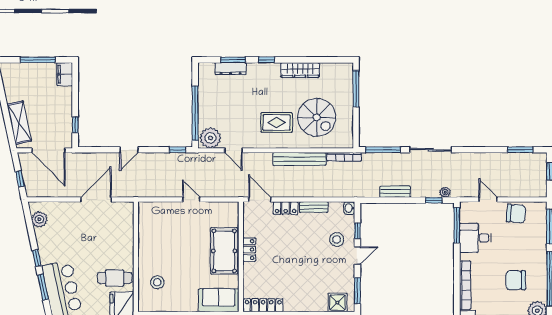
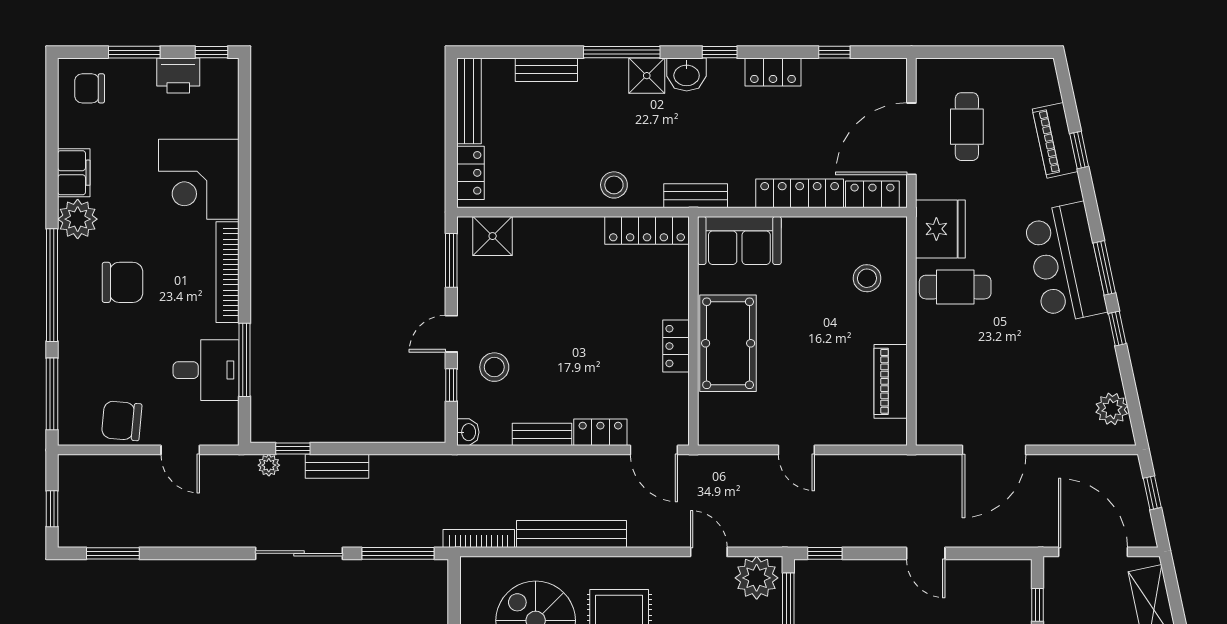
door: (129, 150) -> (926, 553), swing flipped
bench: (395, 192) -> (337, 466), moved
window: (457, 225) -> (245, 360), moved
piano: (146, 233) -> (891, 381), added

